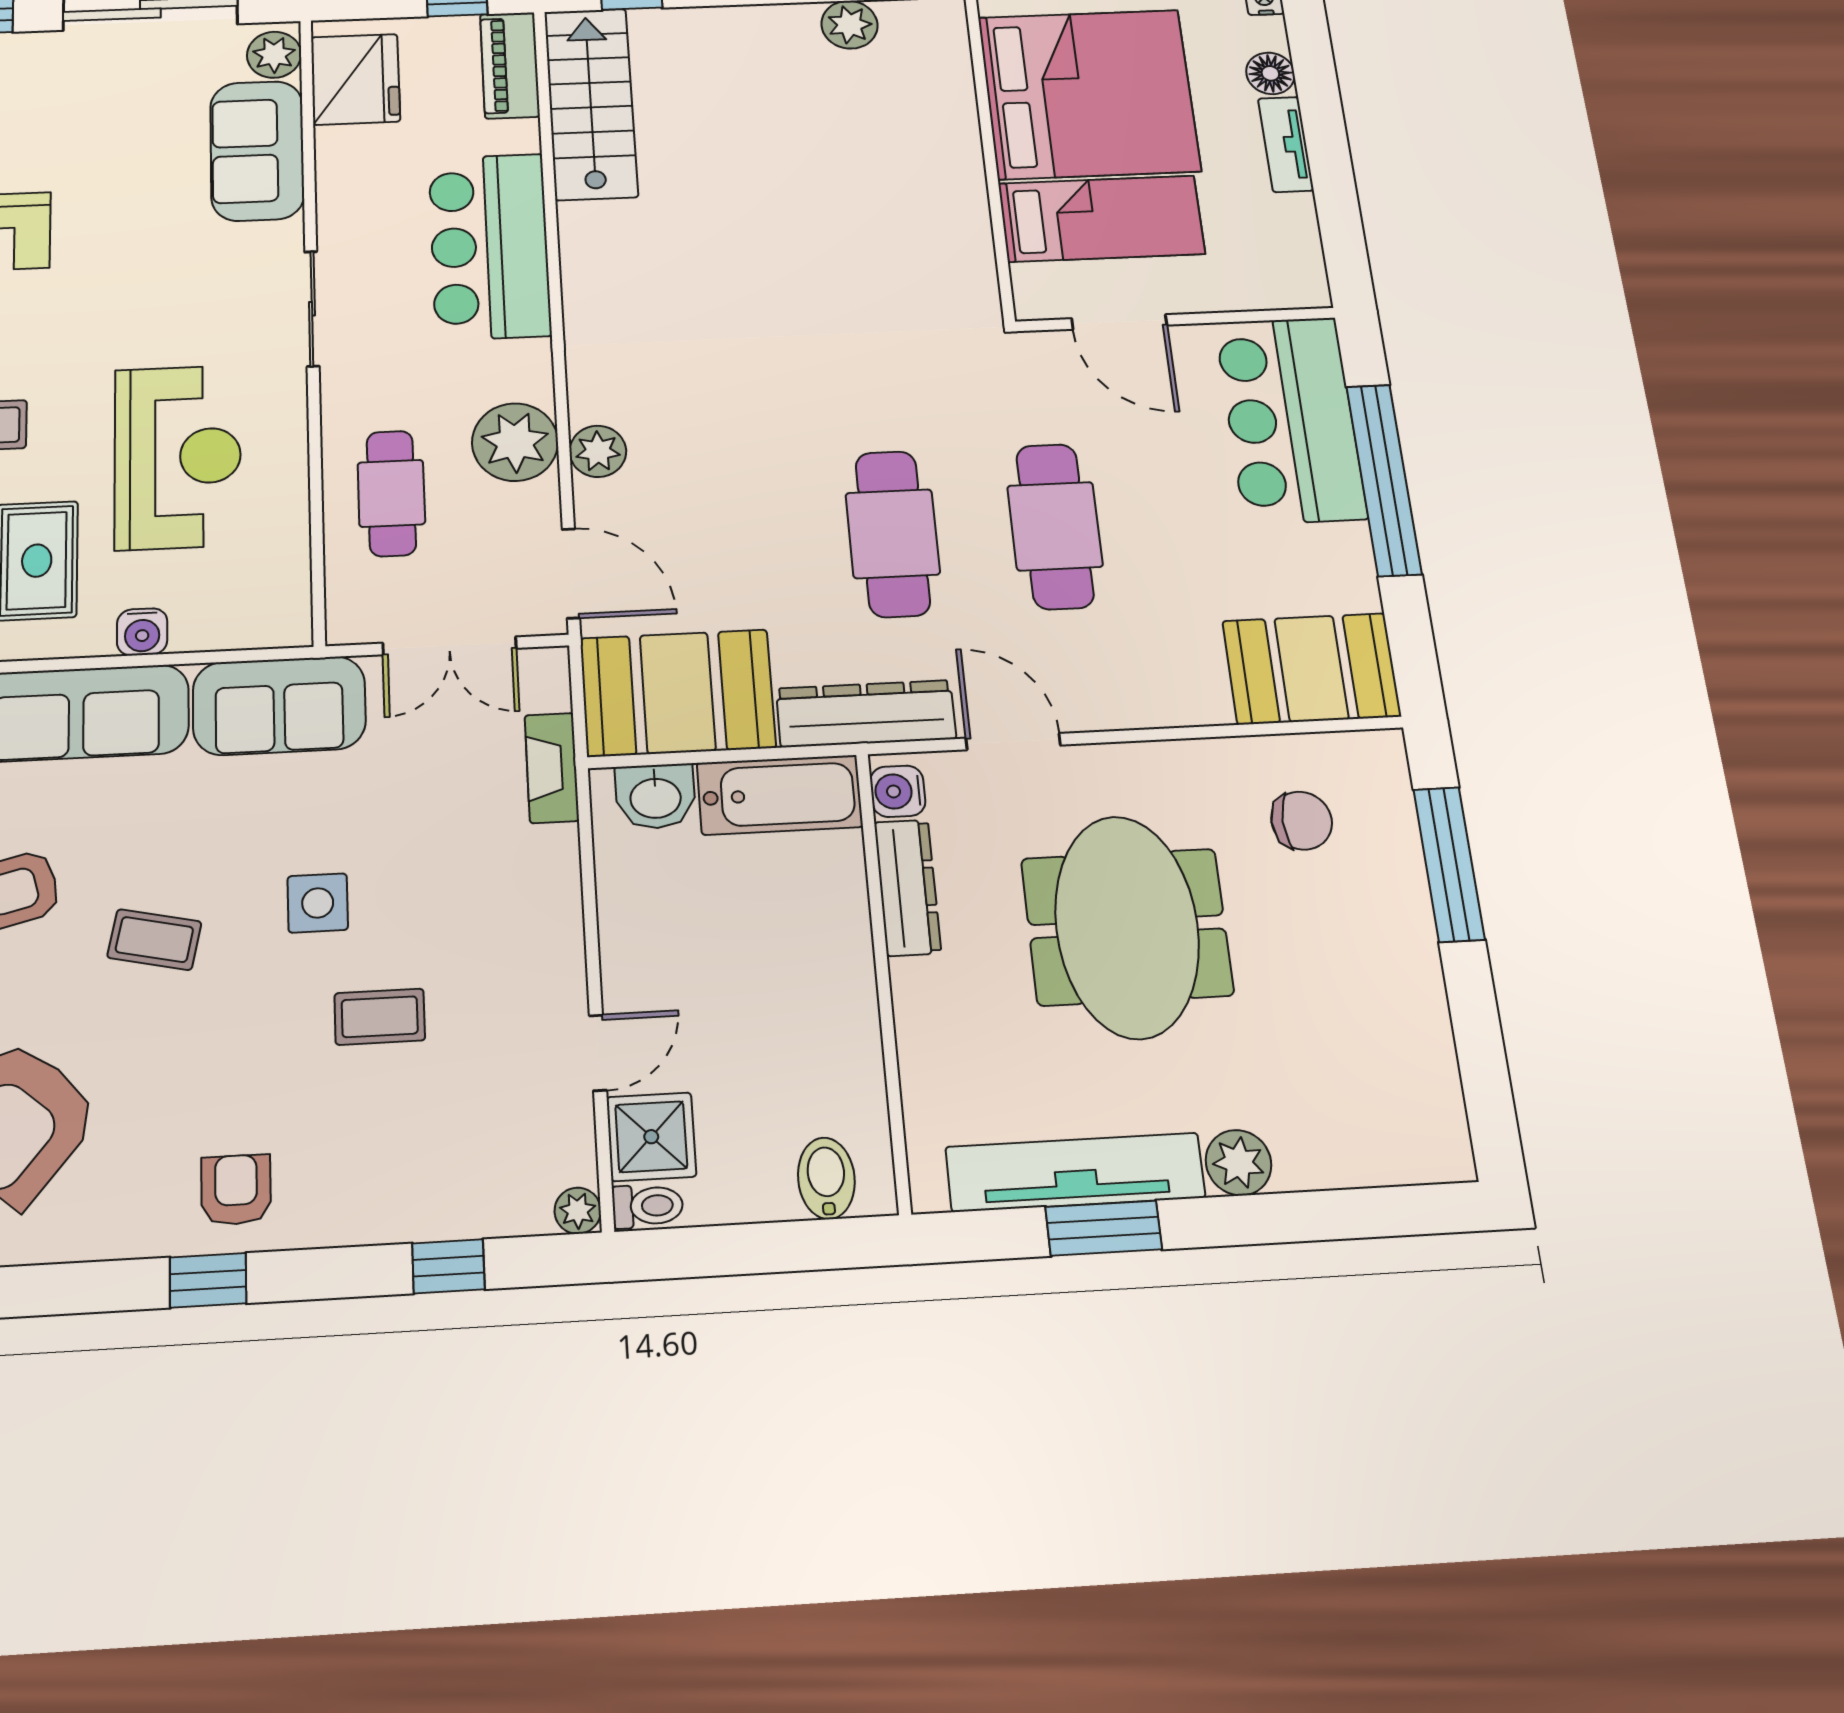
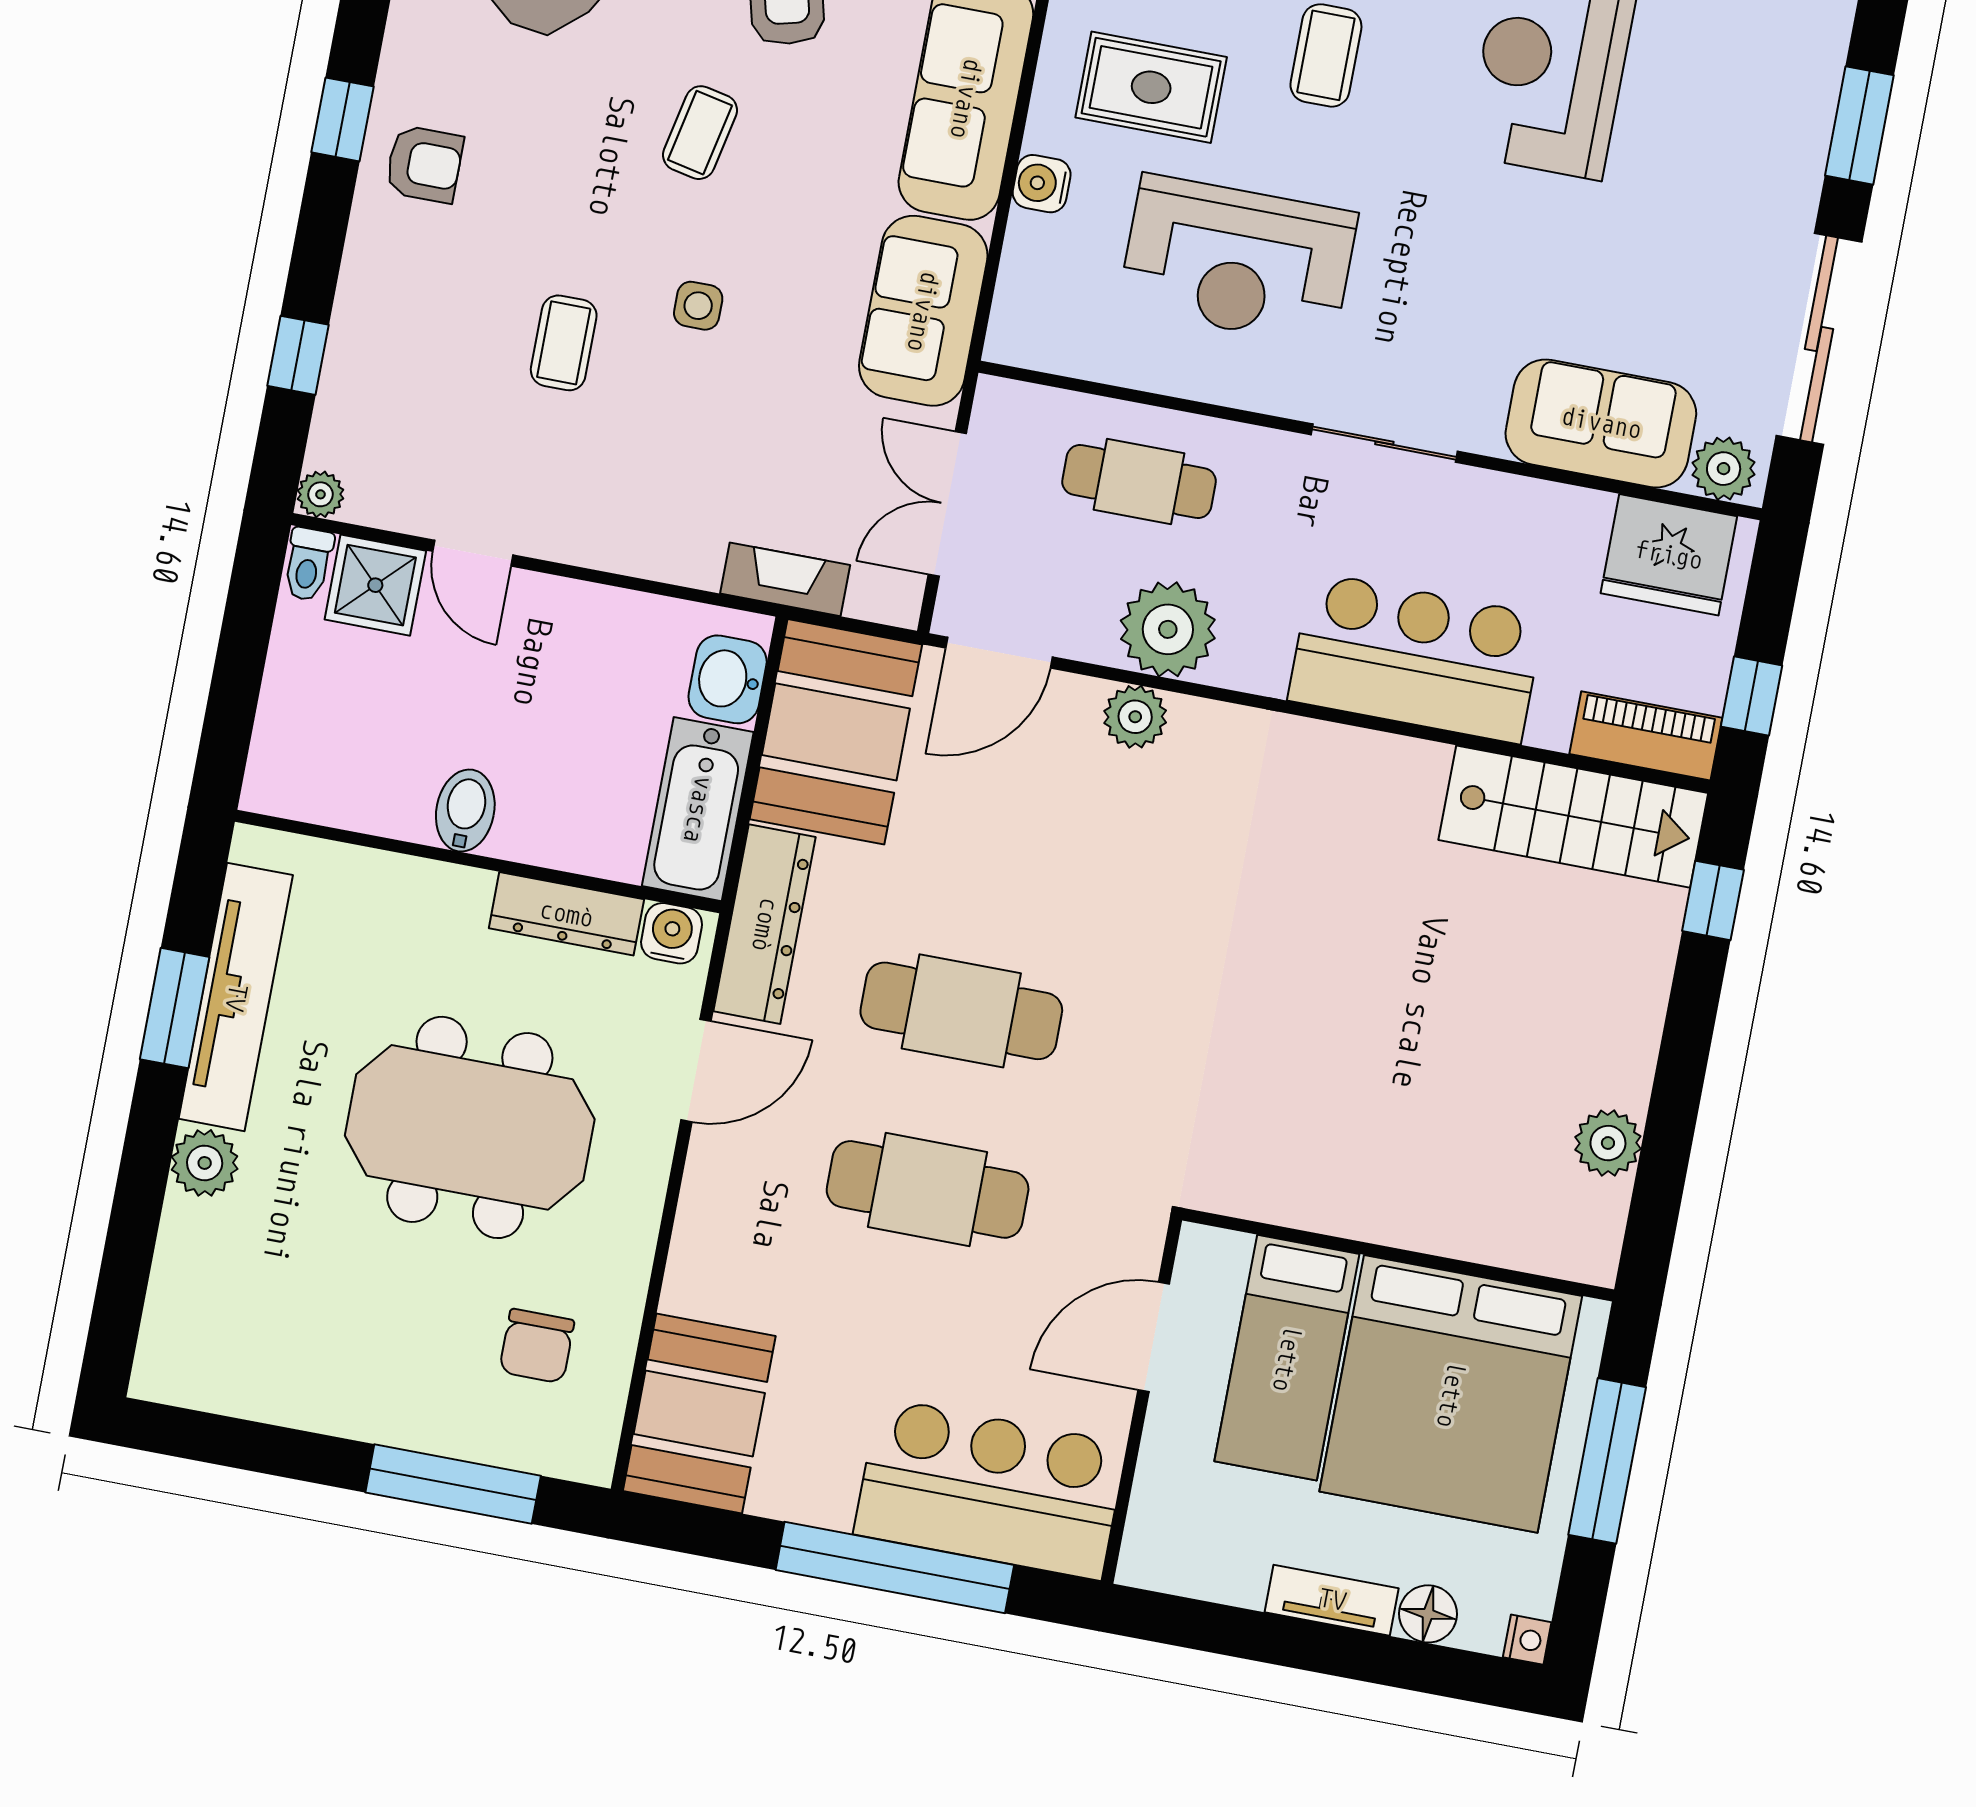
side table: (318, 903) -> (698, 306), width x0.73, depth x0.73
bidet: (826, 1178) -> (465, 811), moved, turned -90

